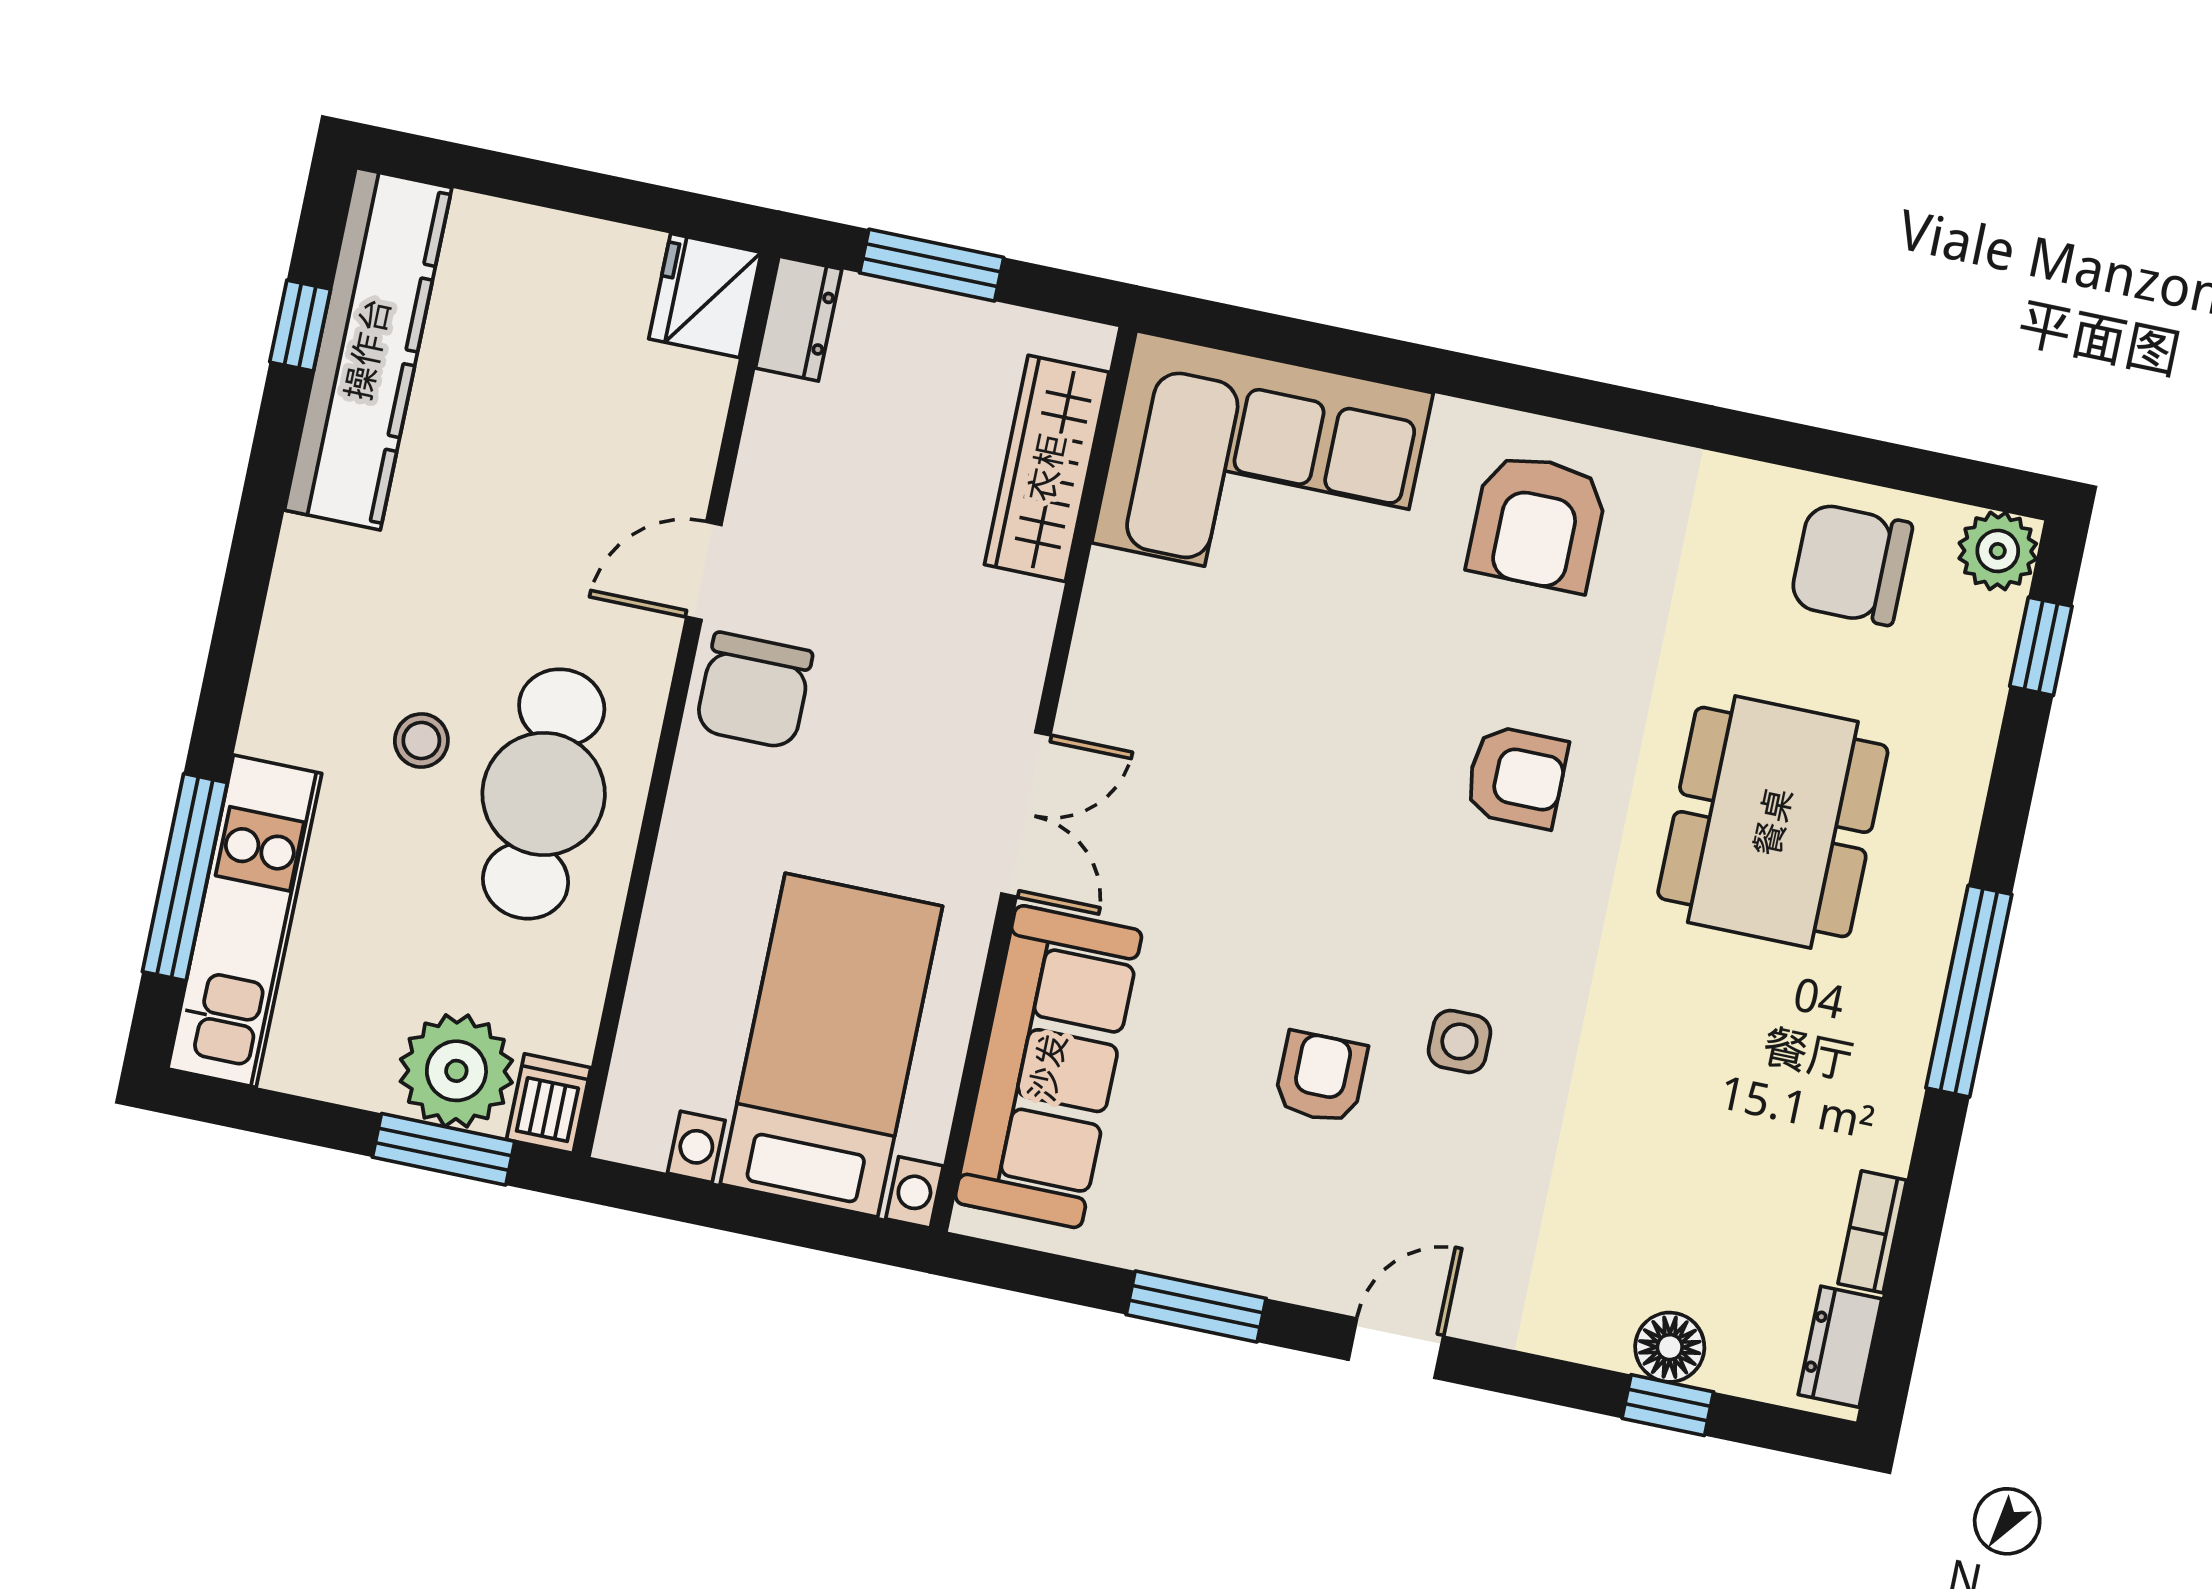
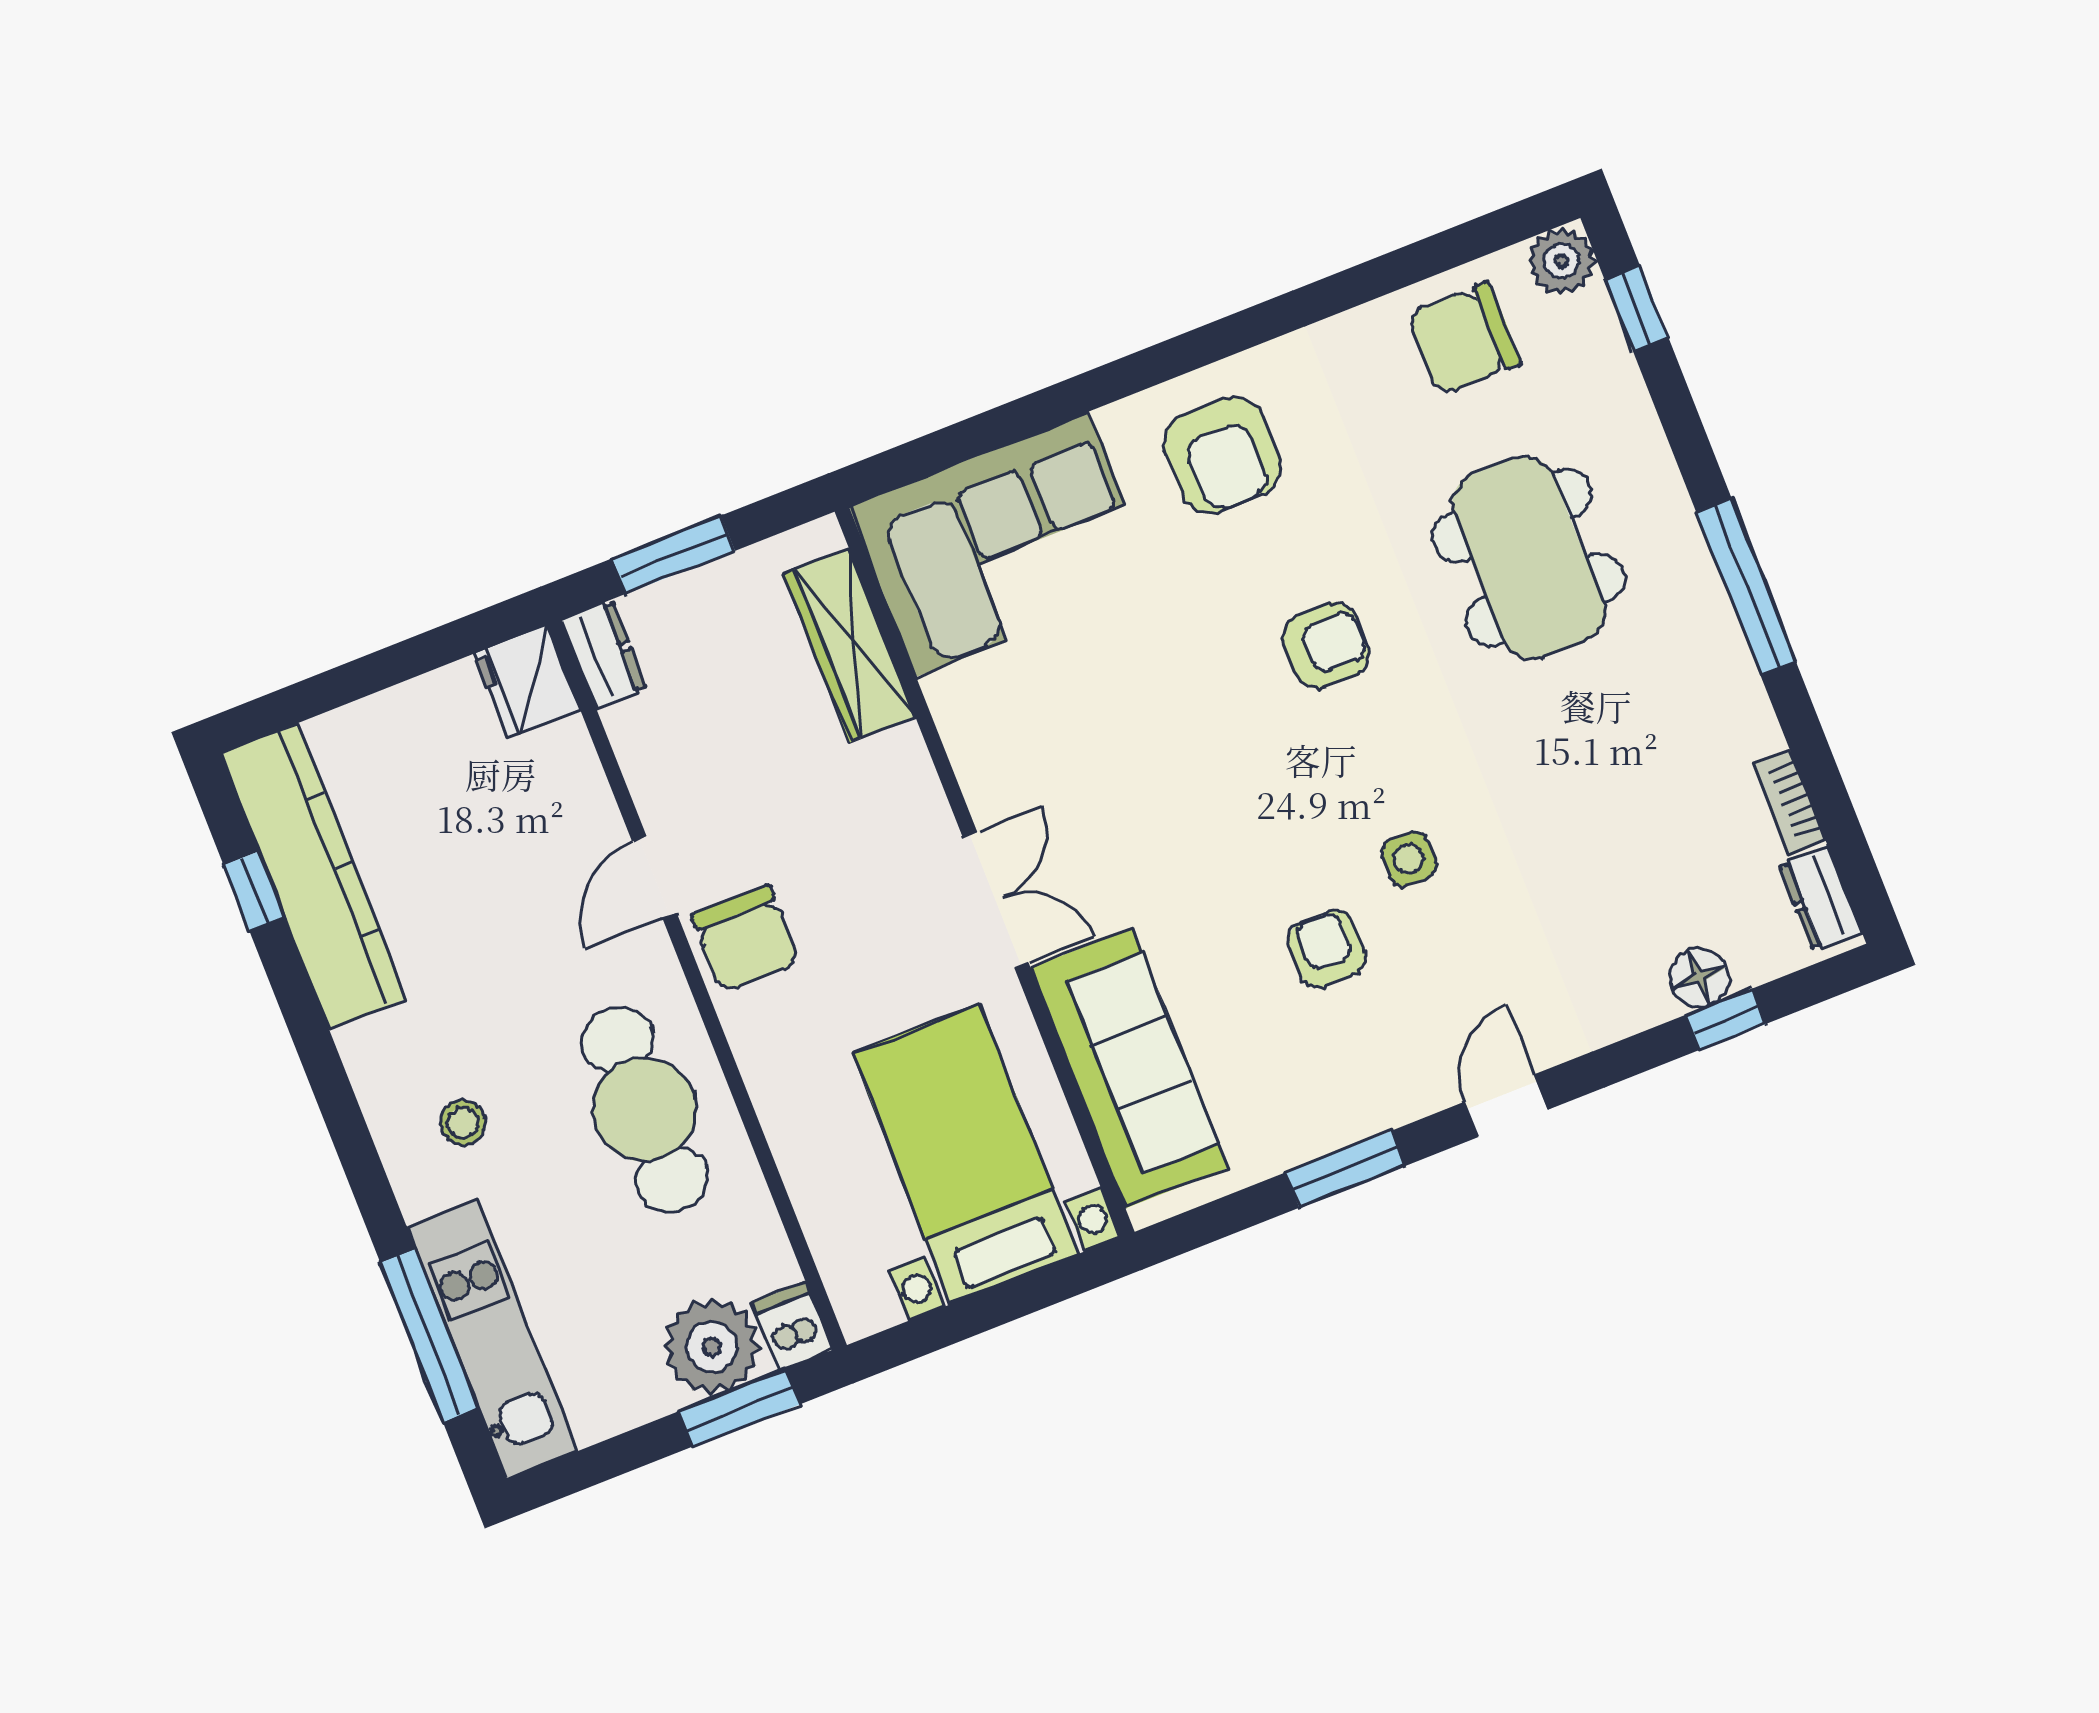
stool: (421, 740) -> (463, 1123), moved

